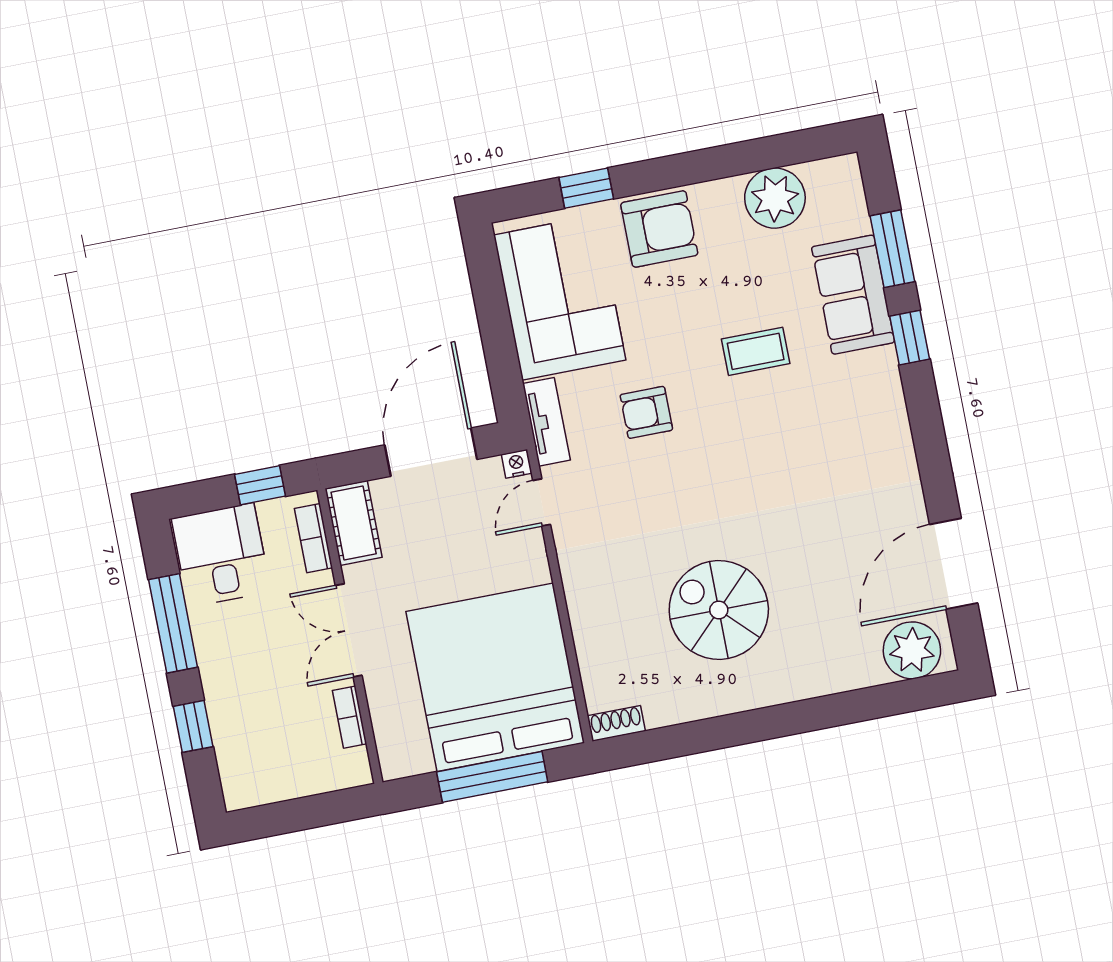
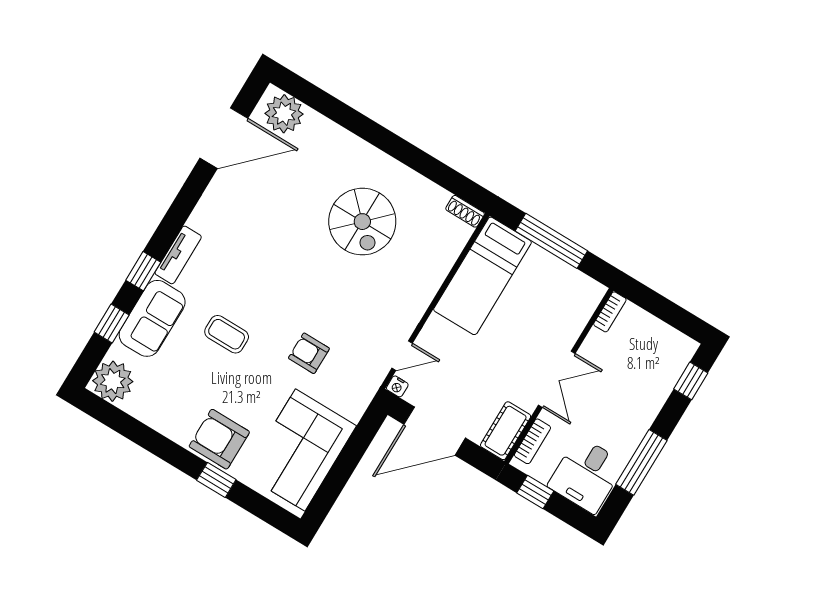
window: (586, 188) -> (216, 480), moved
plant: (775, 198) -> (113, 381), moved
window: (892, 249) -> (112, 324), width x0.67
armchair: (646, 412) -> (309, 353), turned 180
tv unit: (546, 422) -> (178, 255), moved, turned 180
bed: (495, 677) -> (483, 276), width x0.49
bookcase: (350, 717) -> (610, 312), moved
window: (193, 726) -> (691, 381), moved

